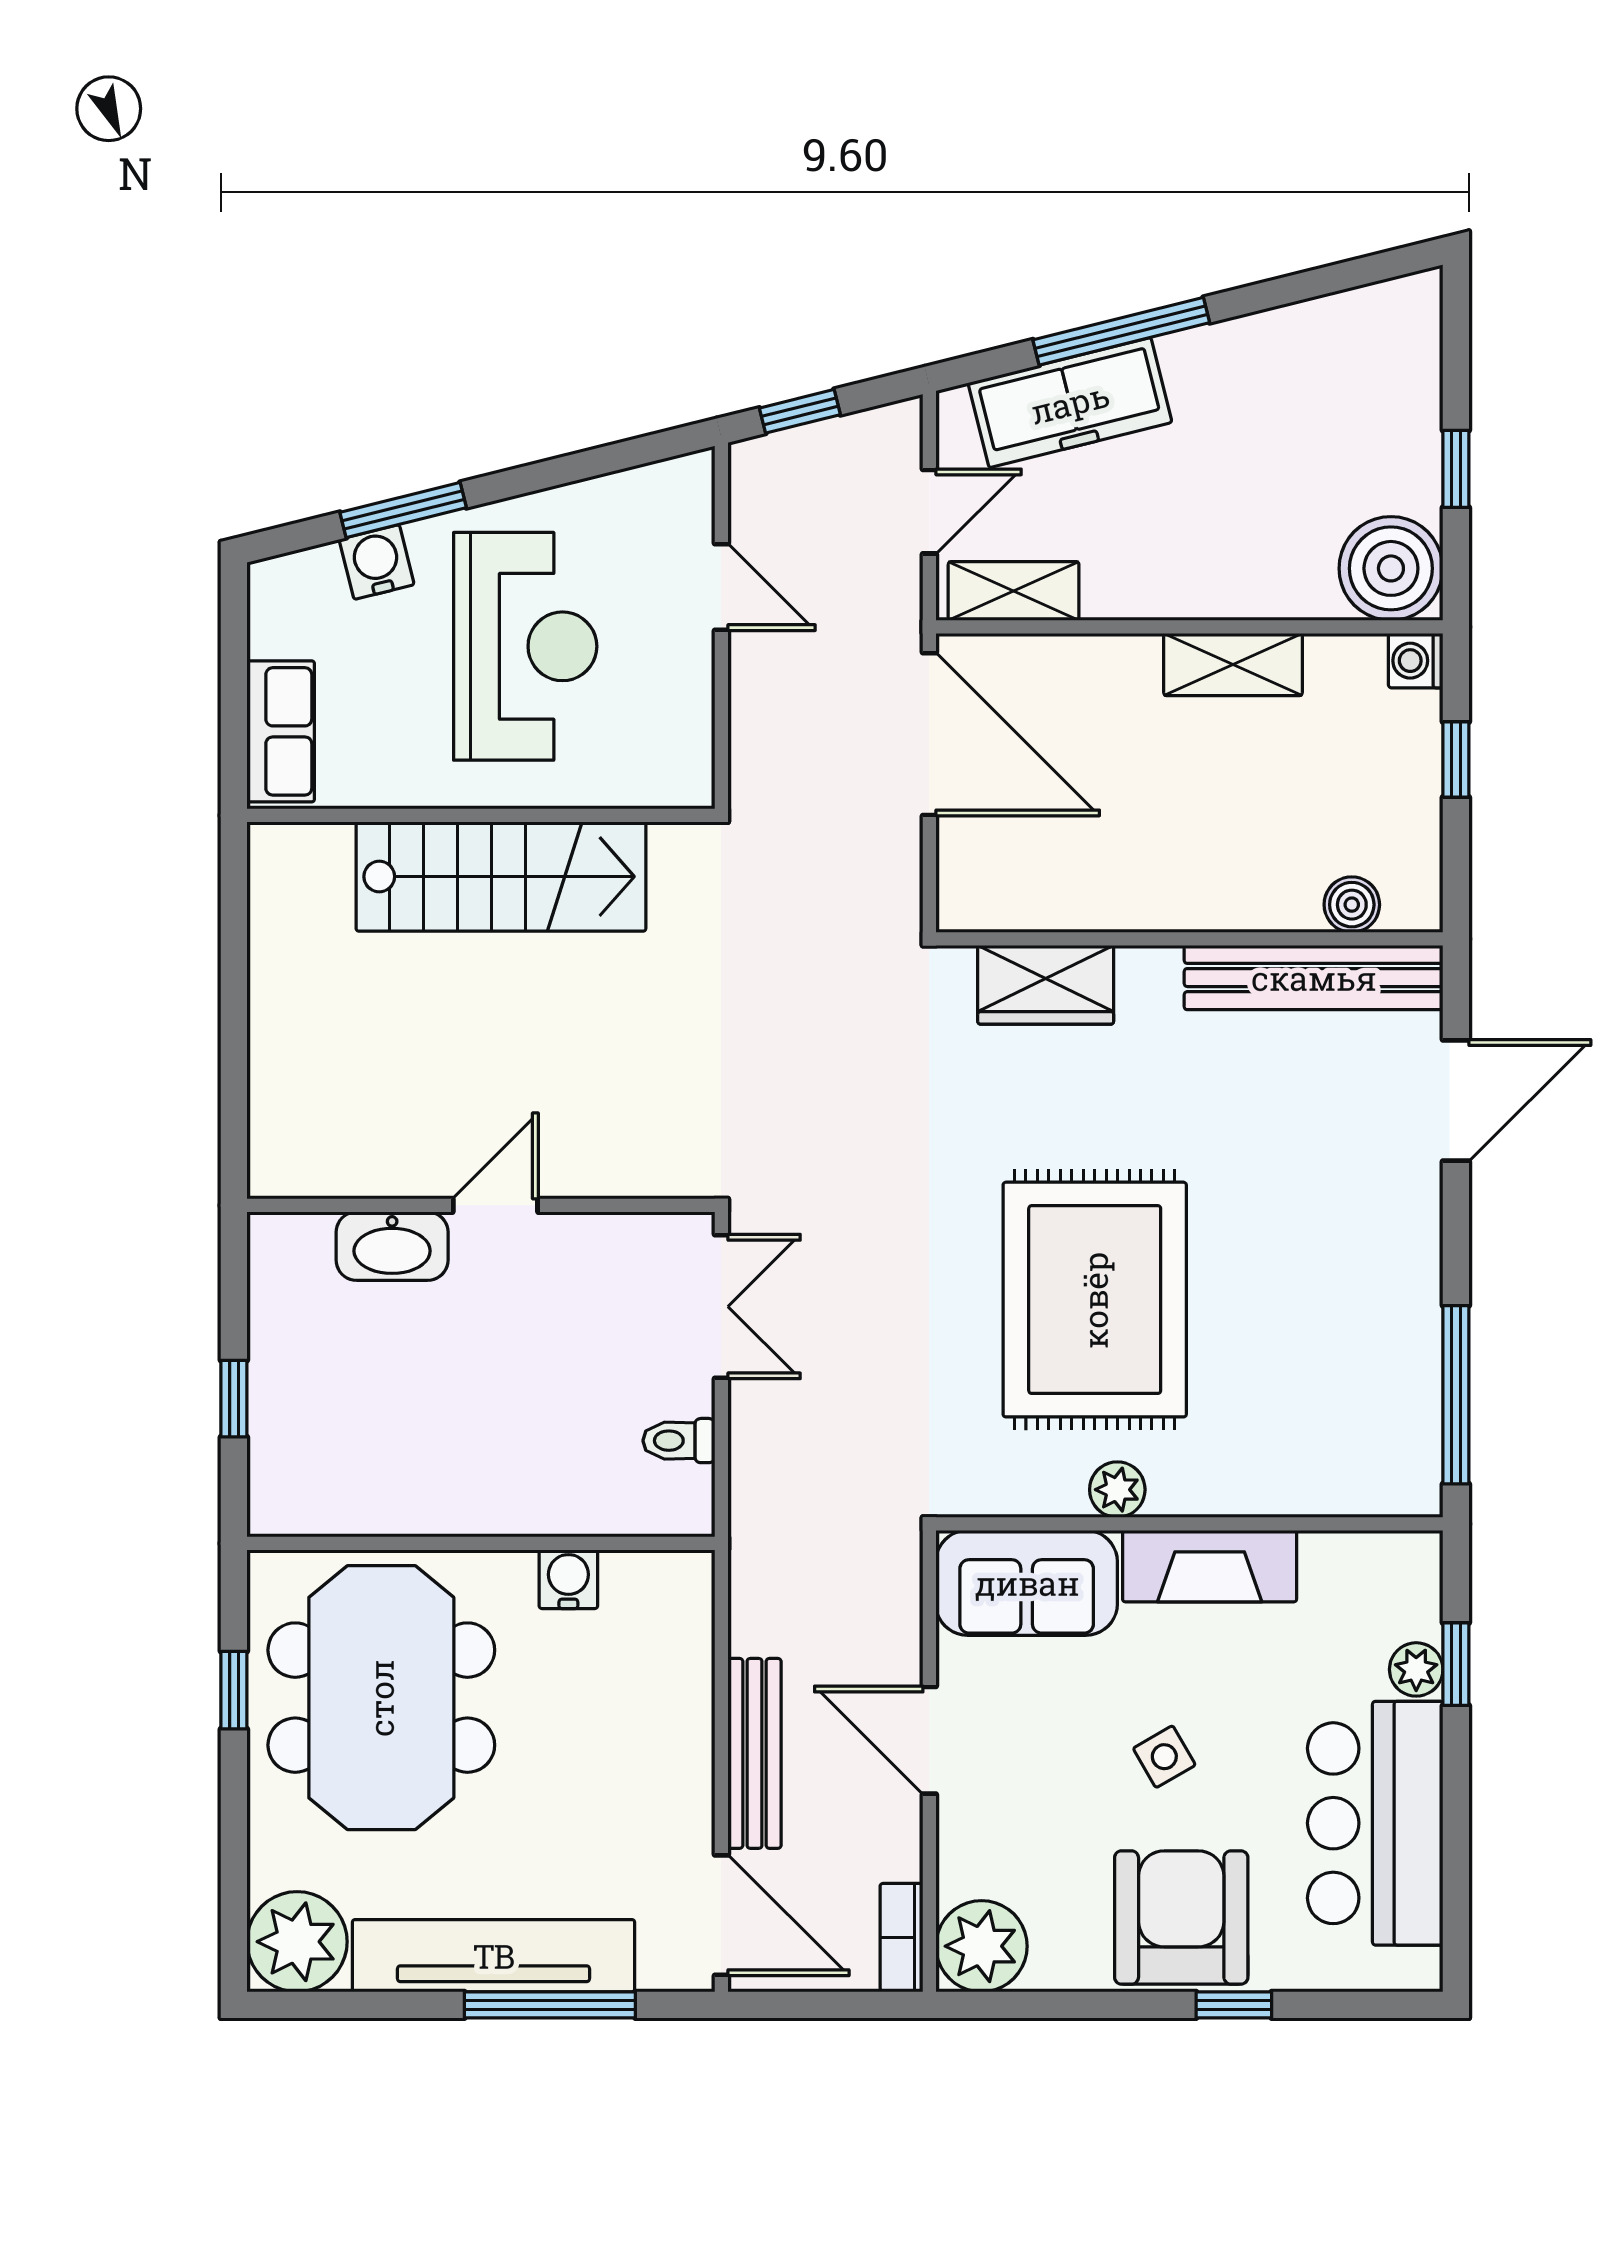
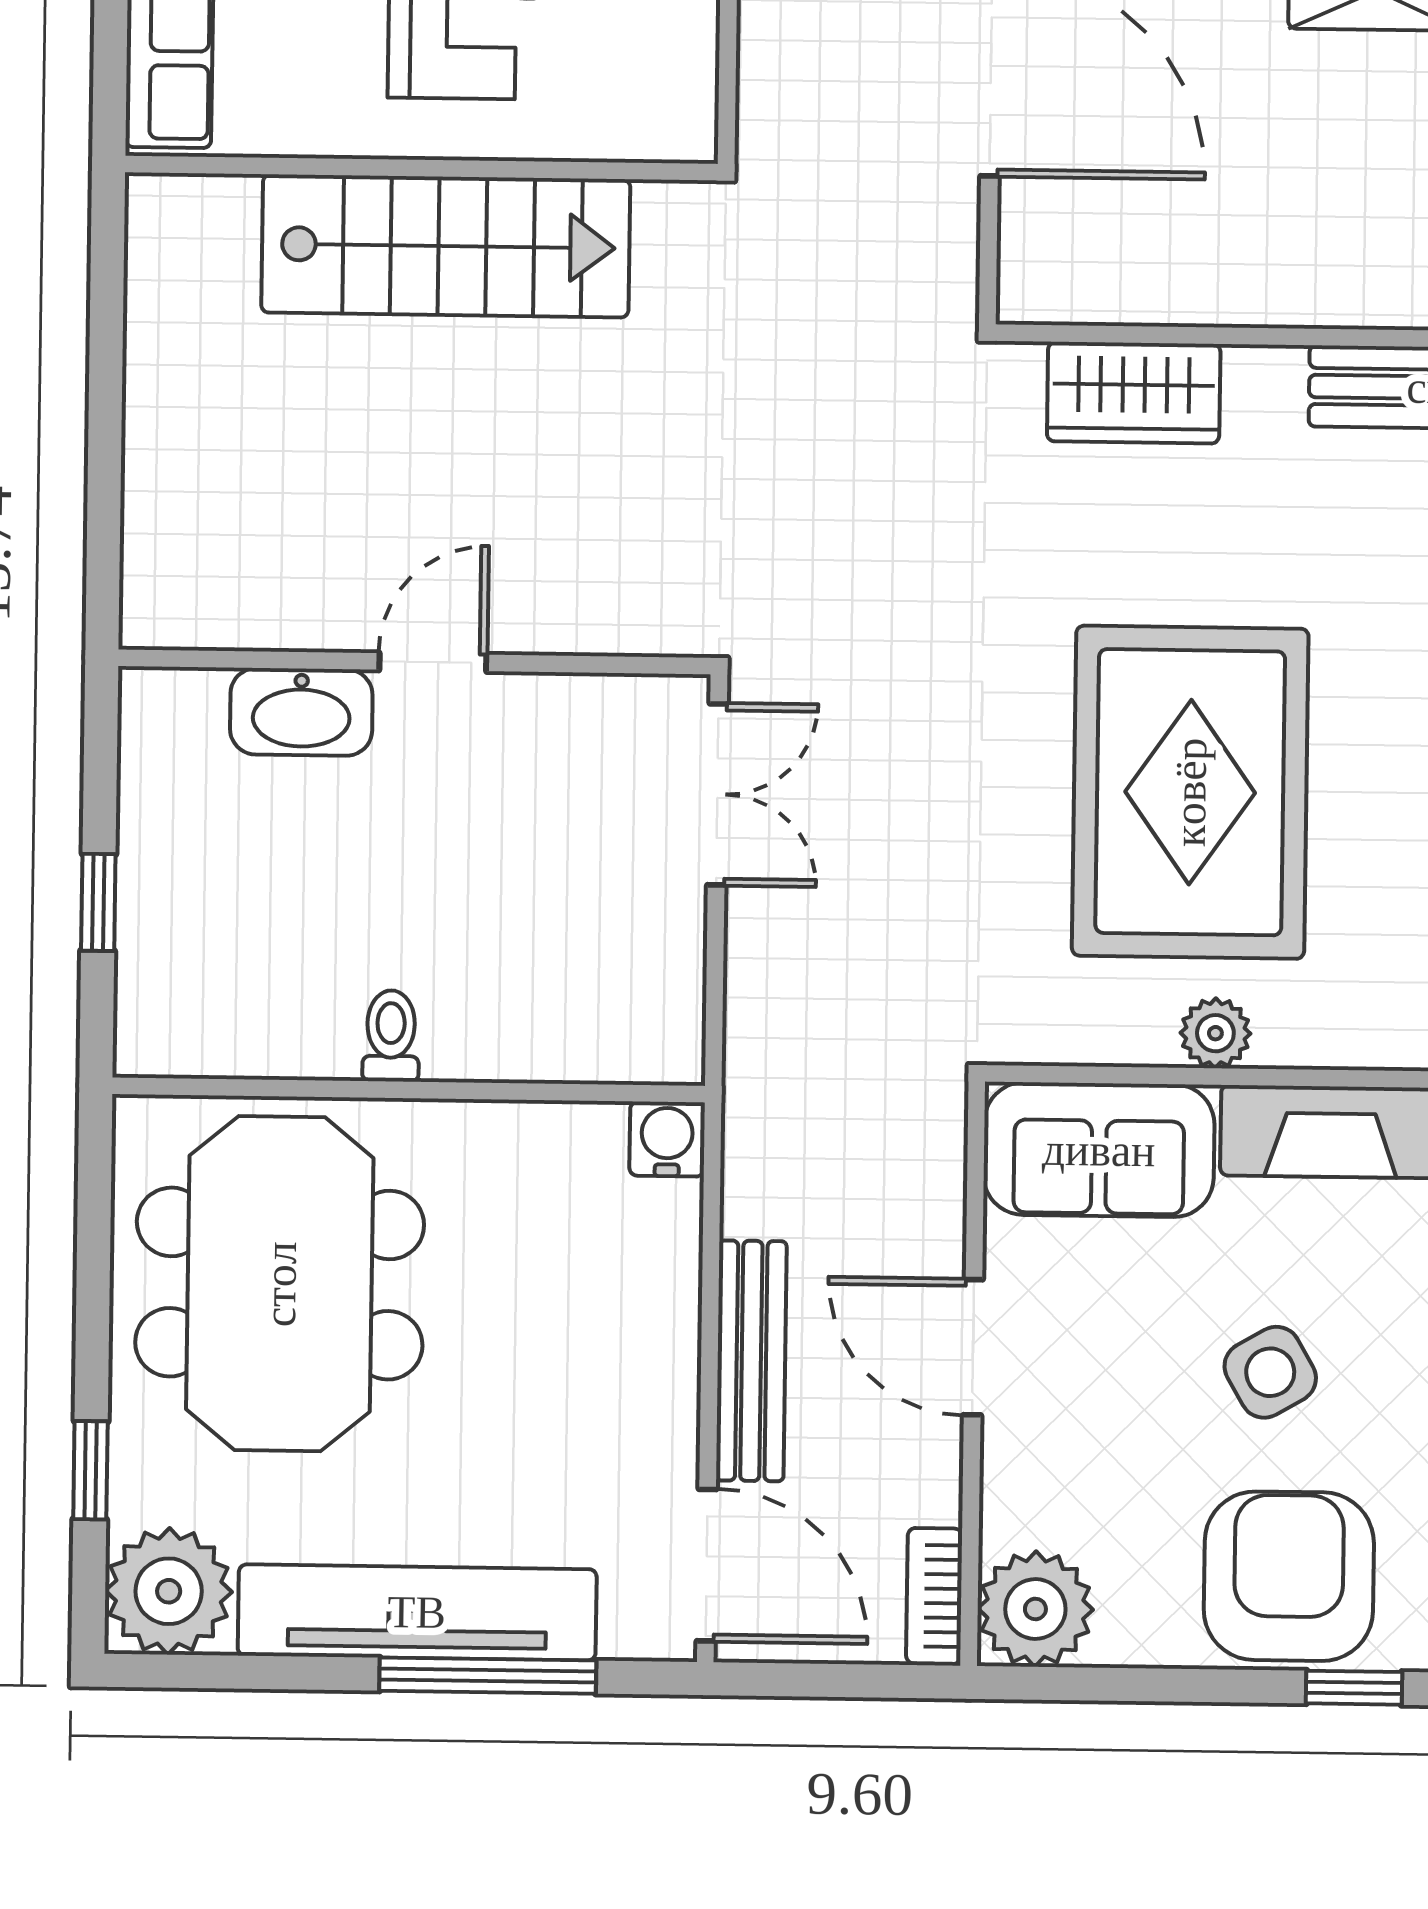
toilet: (679, 1441) -> (391, 1036), moved, turned 90
water cooler: (568, 1579) -> (667, 1139), moved
window: (234, 1690) -> (90, 1470), moved
side table: (1164, 1757) -> (1270, 1372), width x1.37, depth x1.37

